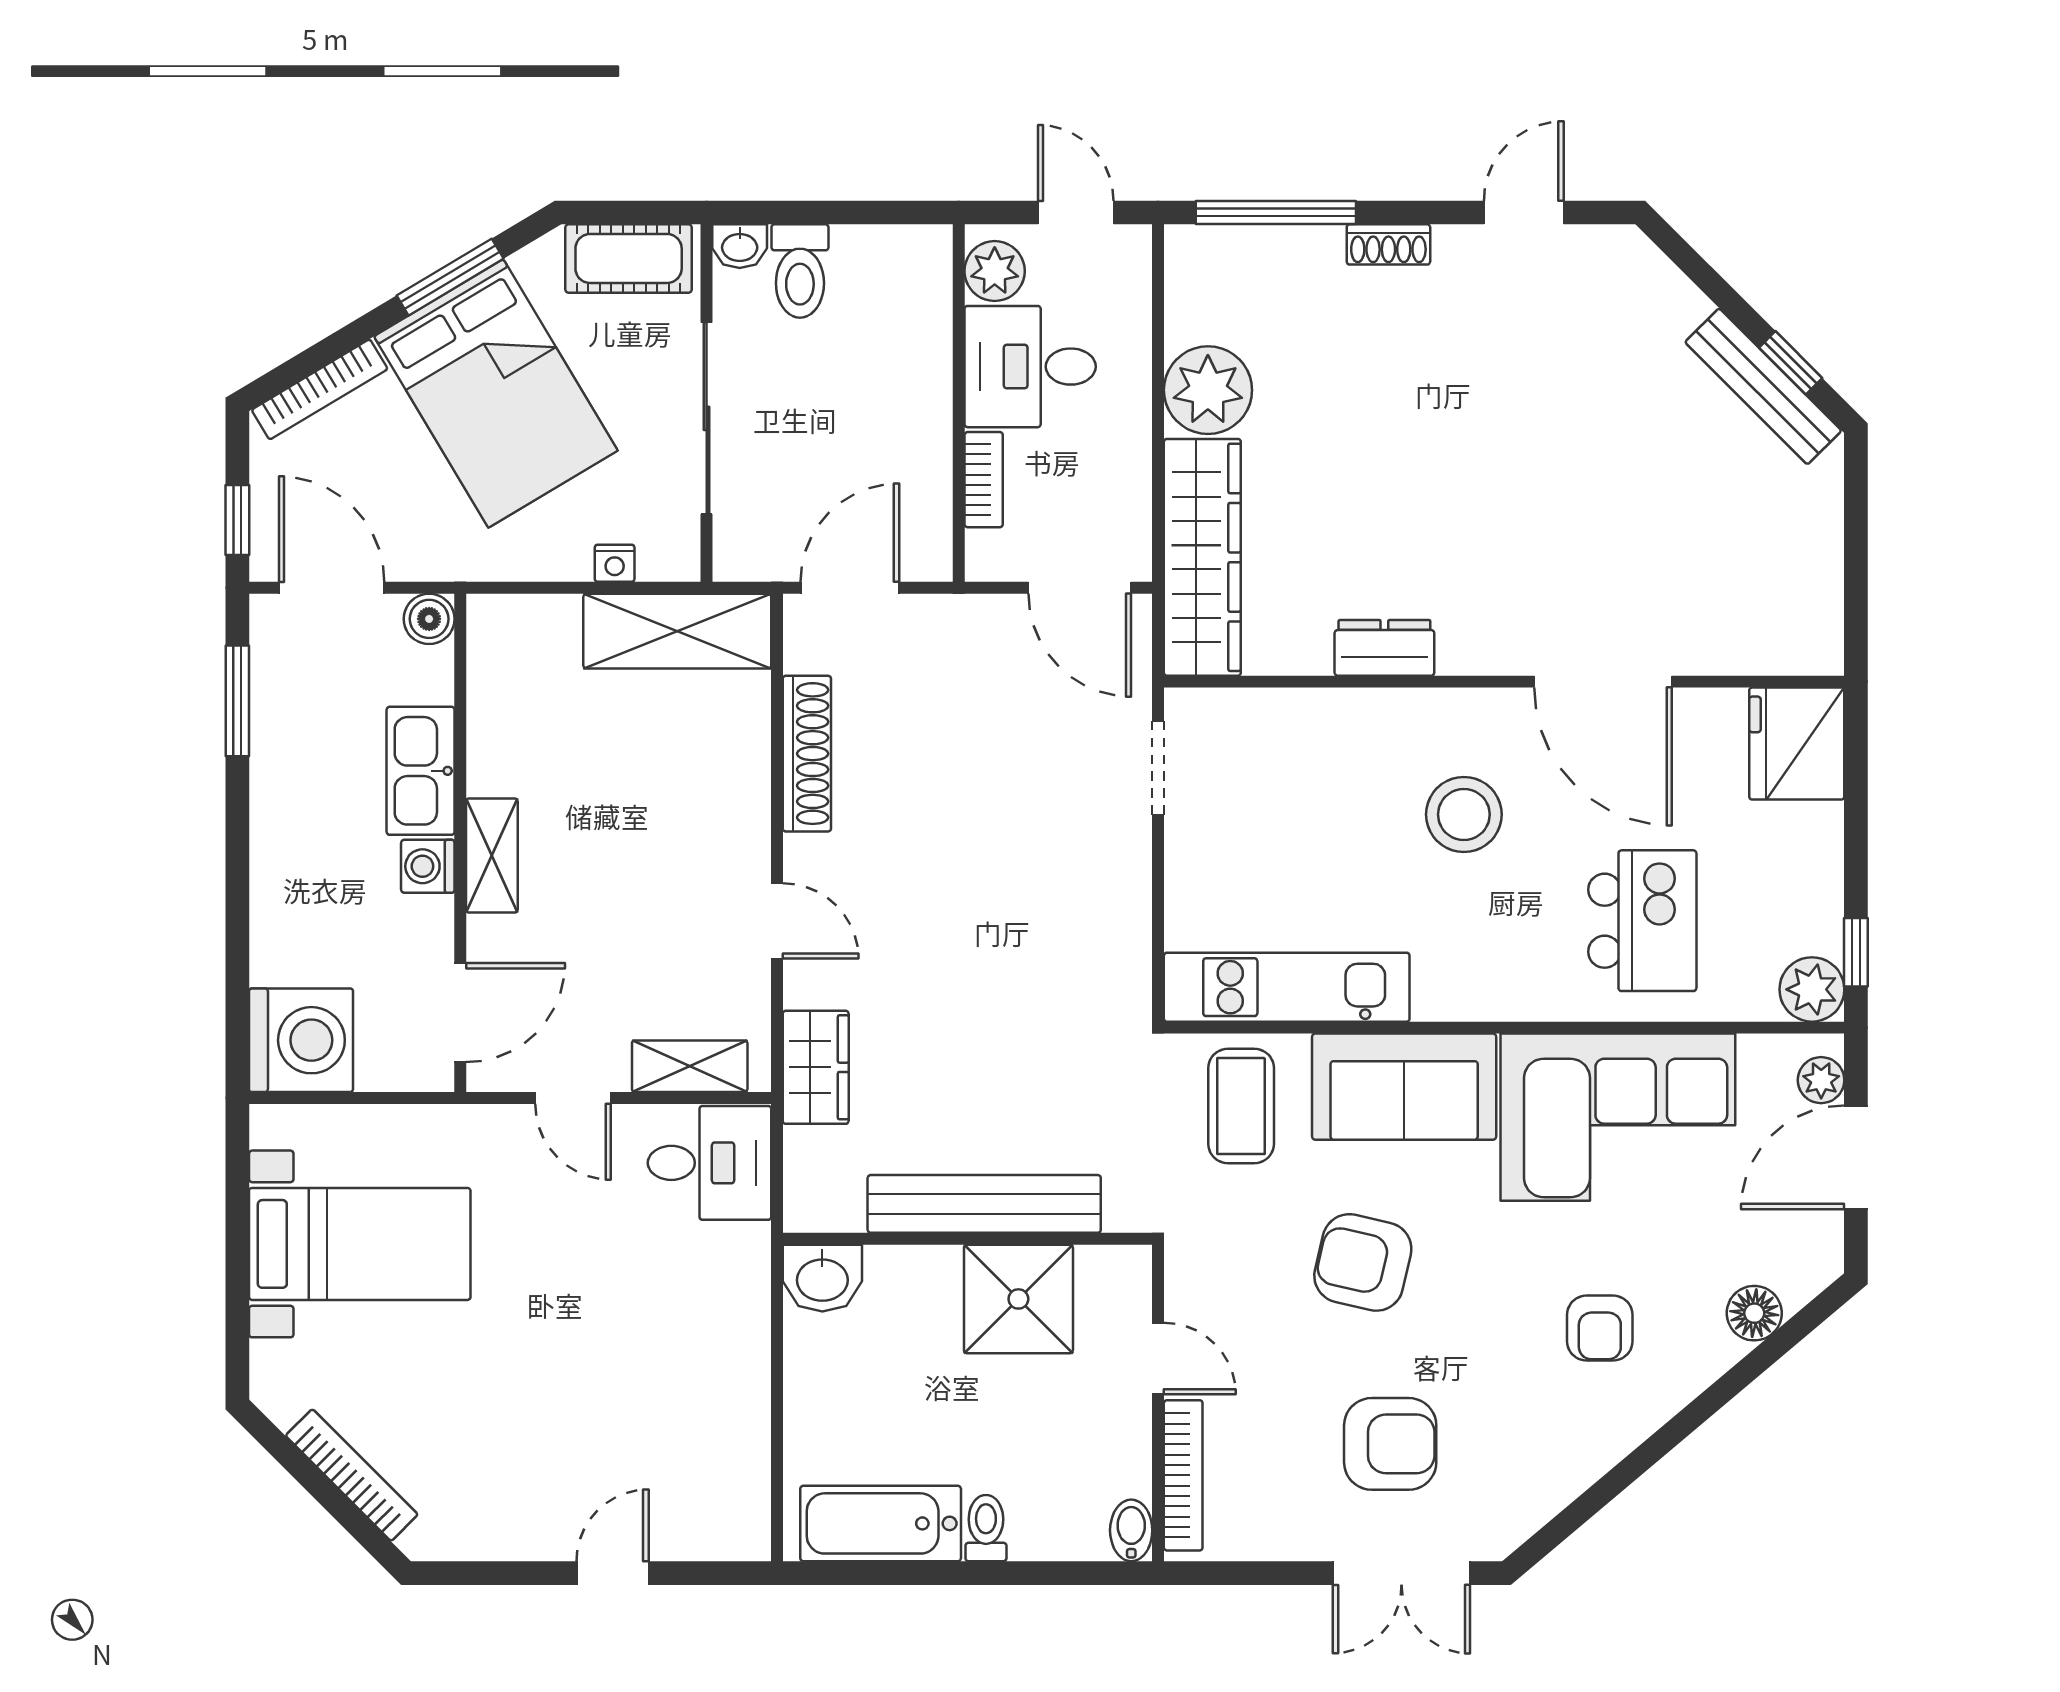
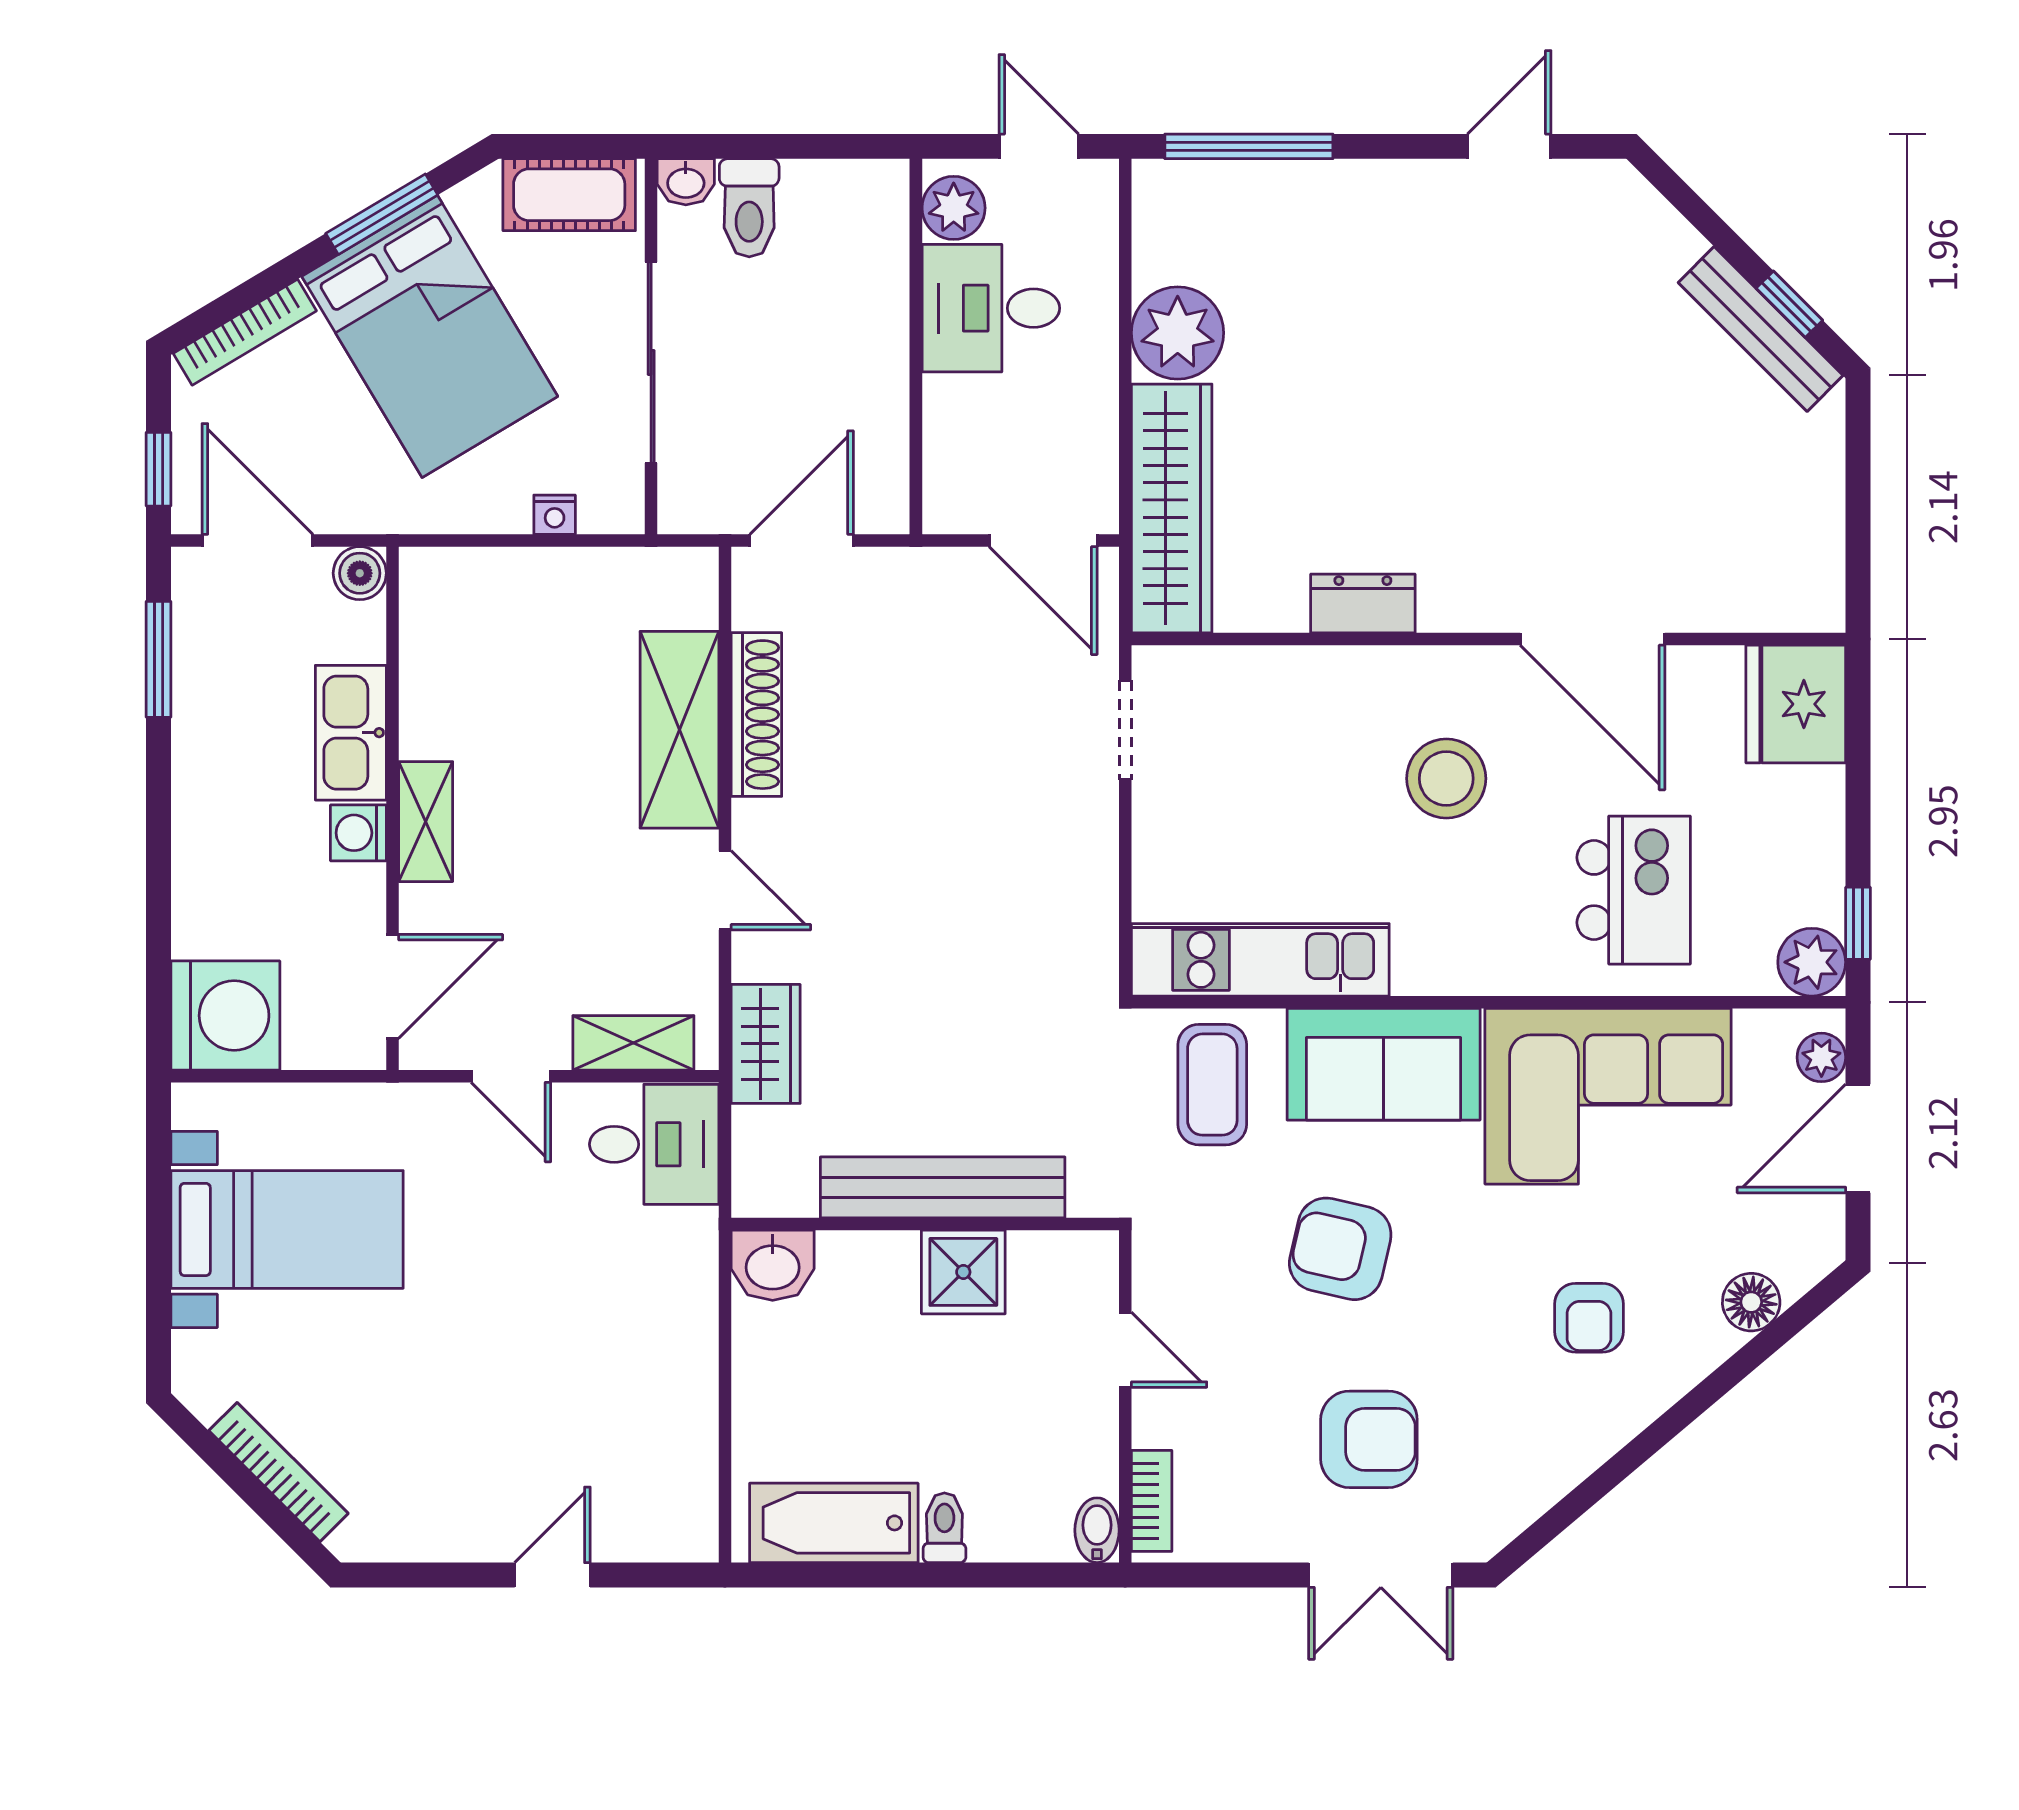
shoe rack: (1388, 244) -> (1367, 180), removed
bookcase: (984, 480) -> (942, 427), removed
shelving: (677, 631) -> (679, 730), moved, turned 90
shower: (1018, 1299) -> (963, 1272), width x0.73, depth x0.73
bookcase: (1183, 1475) -> (1152, 1501), width x0.64

